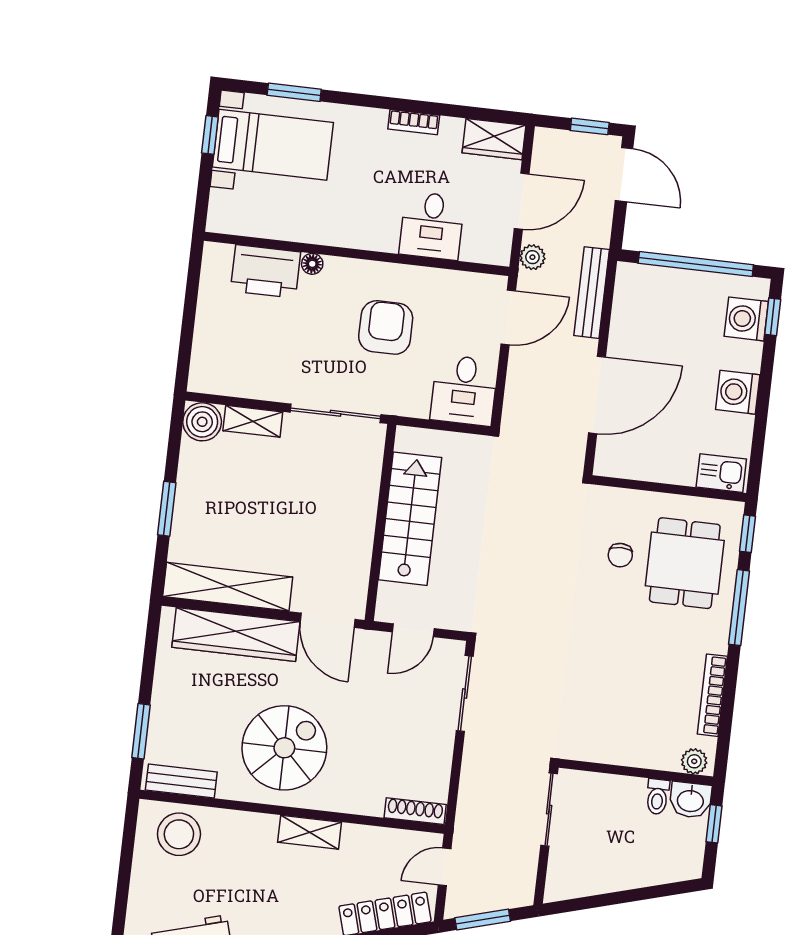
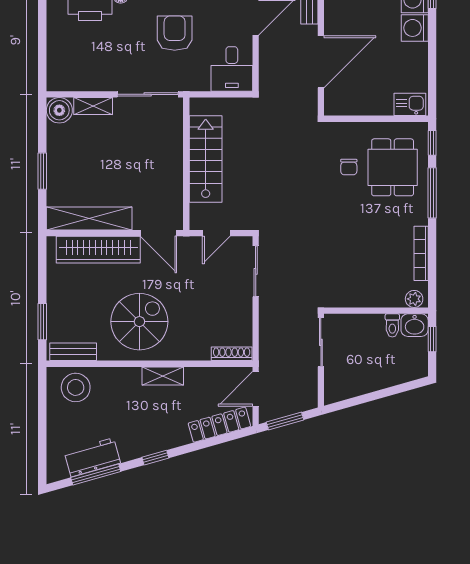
washing machine: (738, 392) -> (415, 28), moved
door: (445, 867) -> (256, 389), width x1.38

